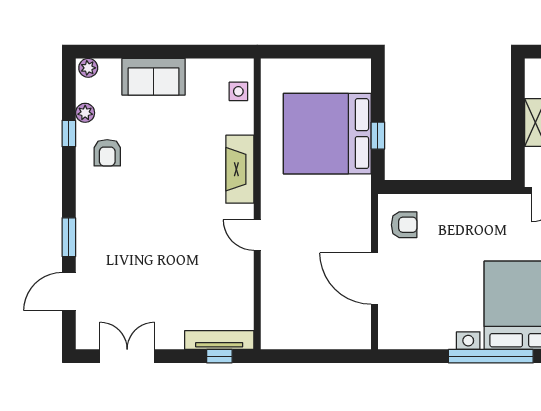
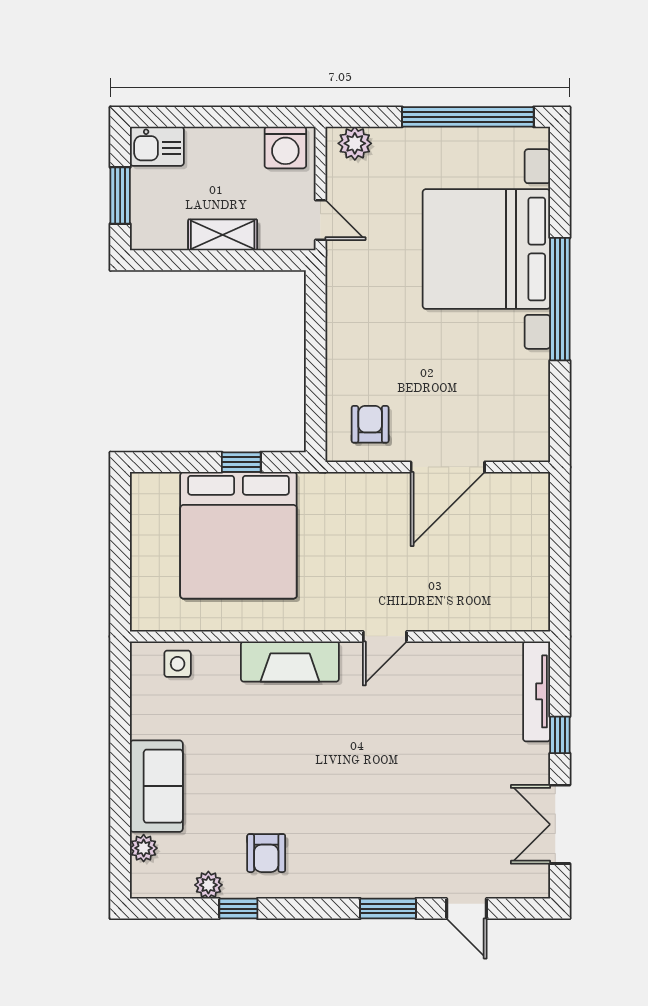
plant: (88, 68) -> (144, 848), moved
armchair: (107, 153) -> (266, 853), turned 90
door: (69, 292) -> (467, 909), width x0.73
window: (219, 356) -> (560, 735), moved

